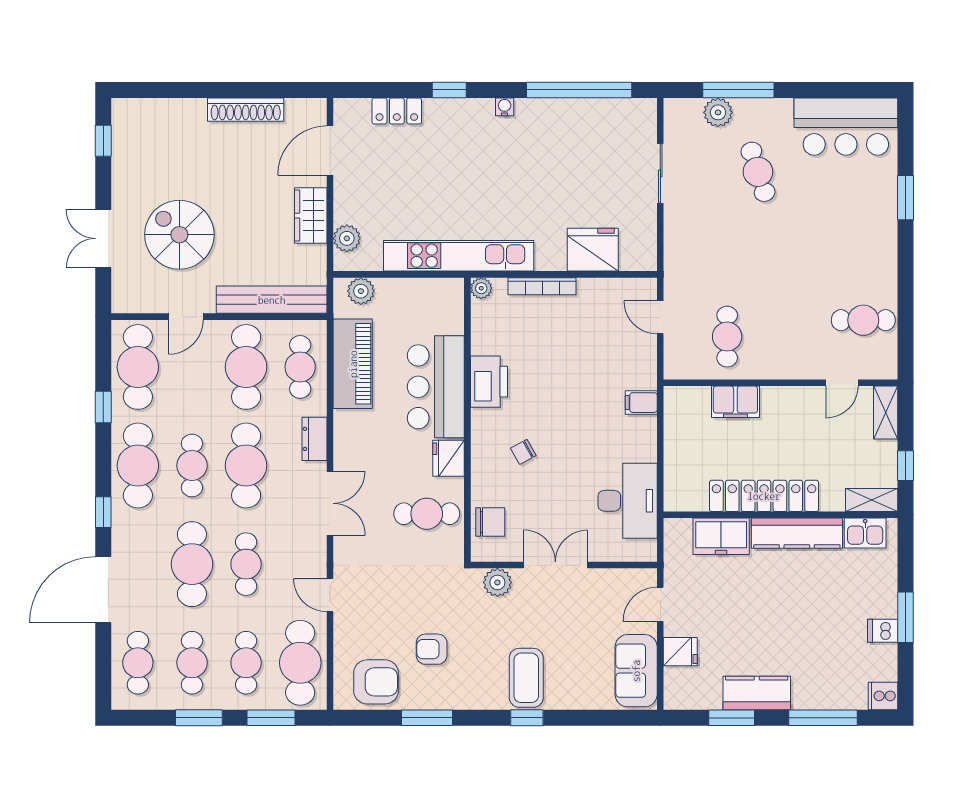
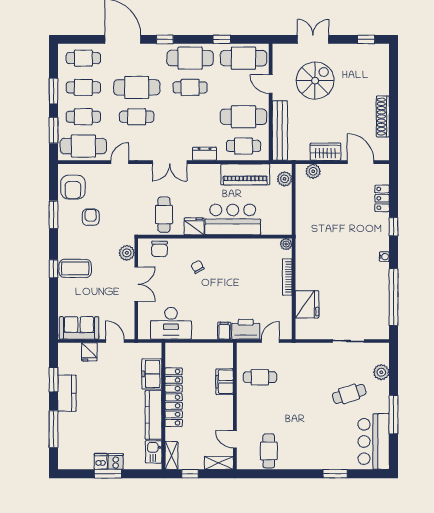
window: (738, 90) -> (393, 415), moved
kitchen unit: (459, 256) -> (304, 232), removed
printer: (489, 382) -> (246, 329), moved, turned 180
cafe table: (246, 466) -> (190, 117), removed
cooker: (883, 696) -> (116, 462), moved

